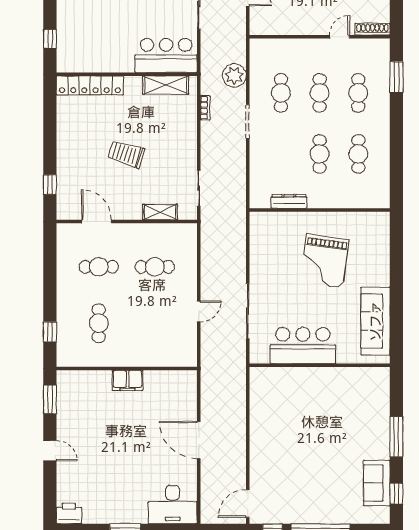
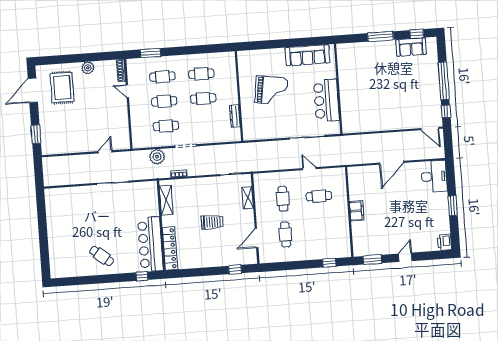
bar counter: (166, 56) -> (150, 244), moved, width x1.36
trolley: (126, 154) -> (212, 222), turned -107
cafe table: (99, 323) -> (319, 196), moved

